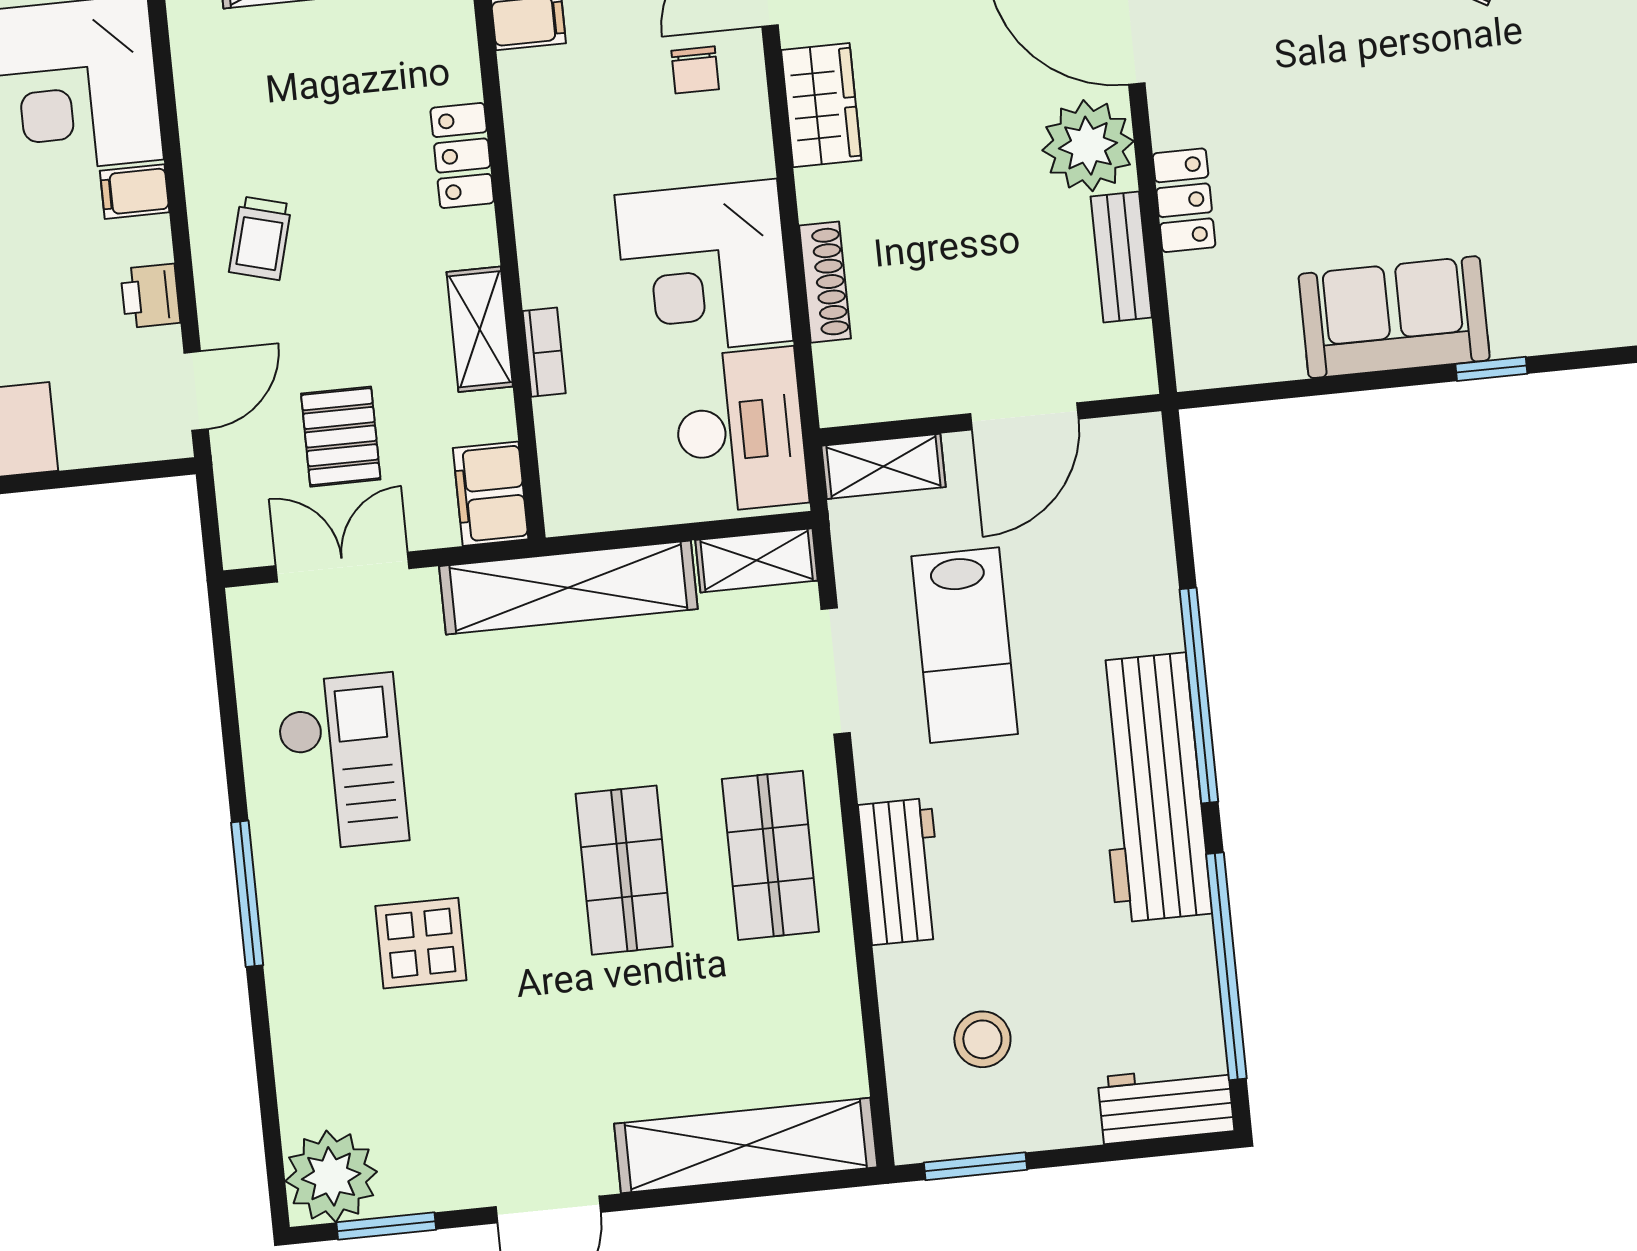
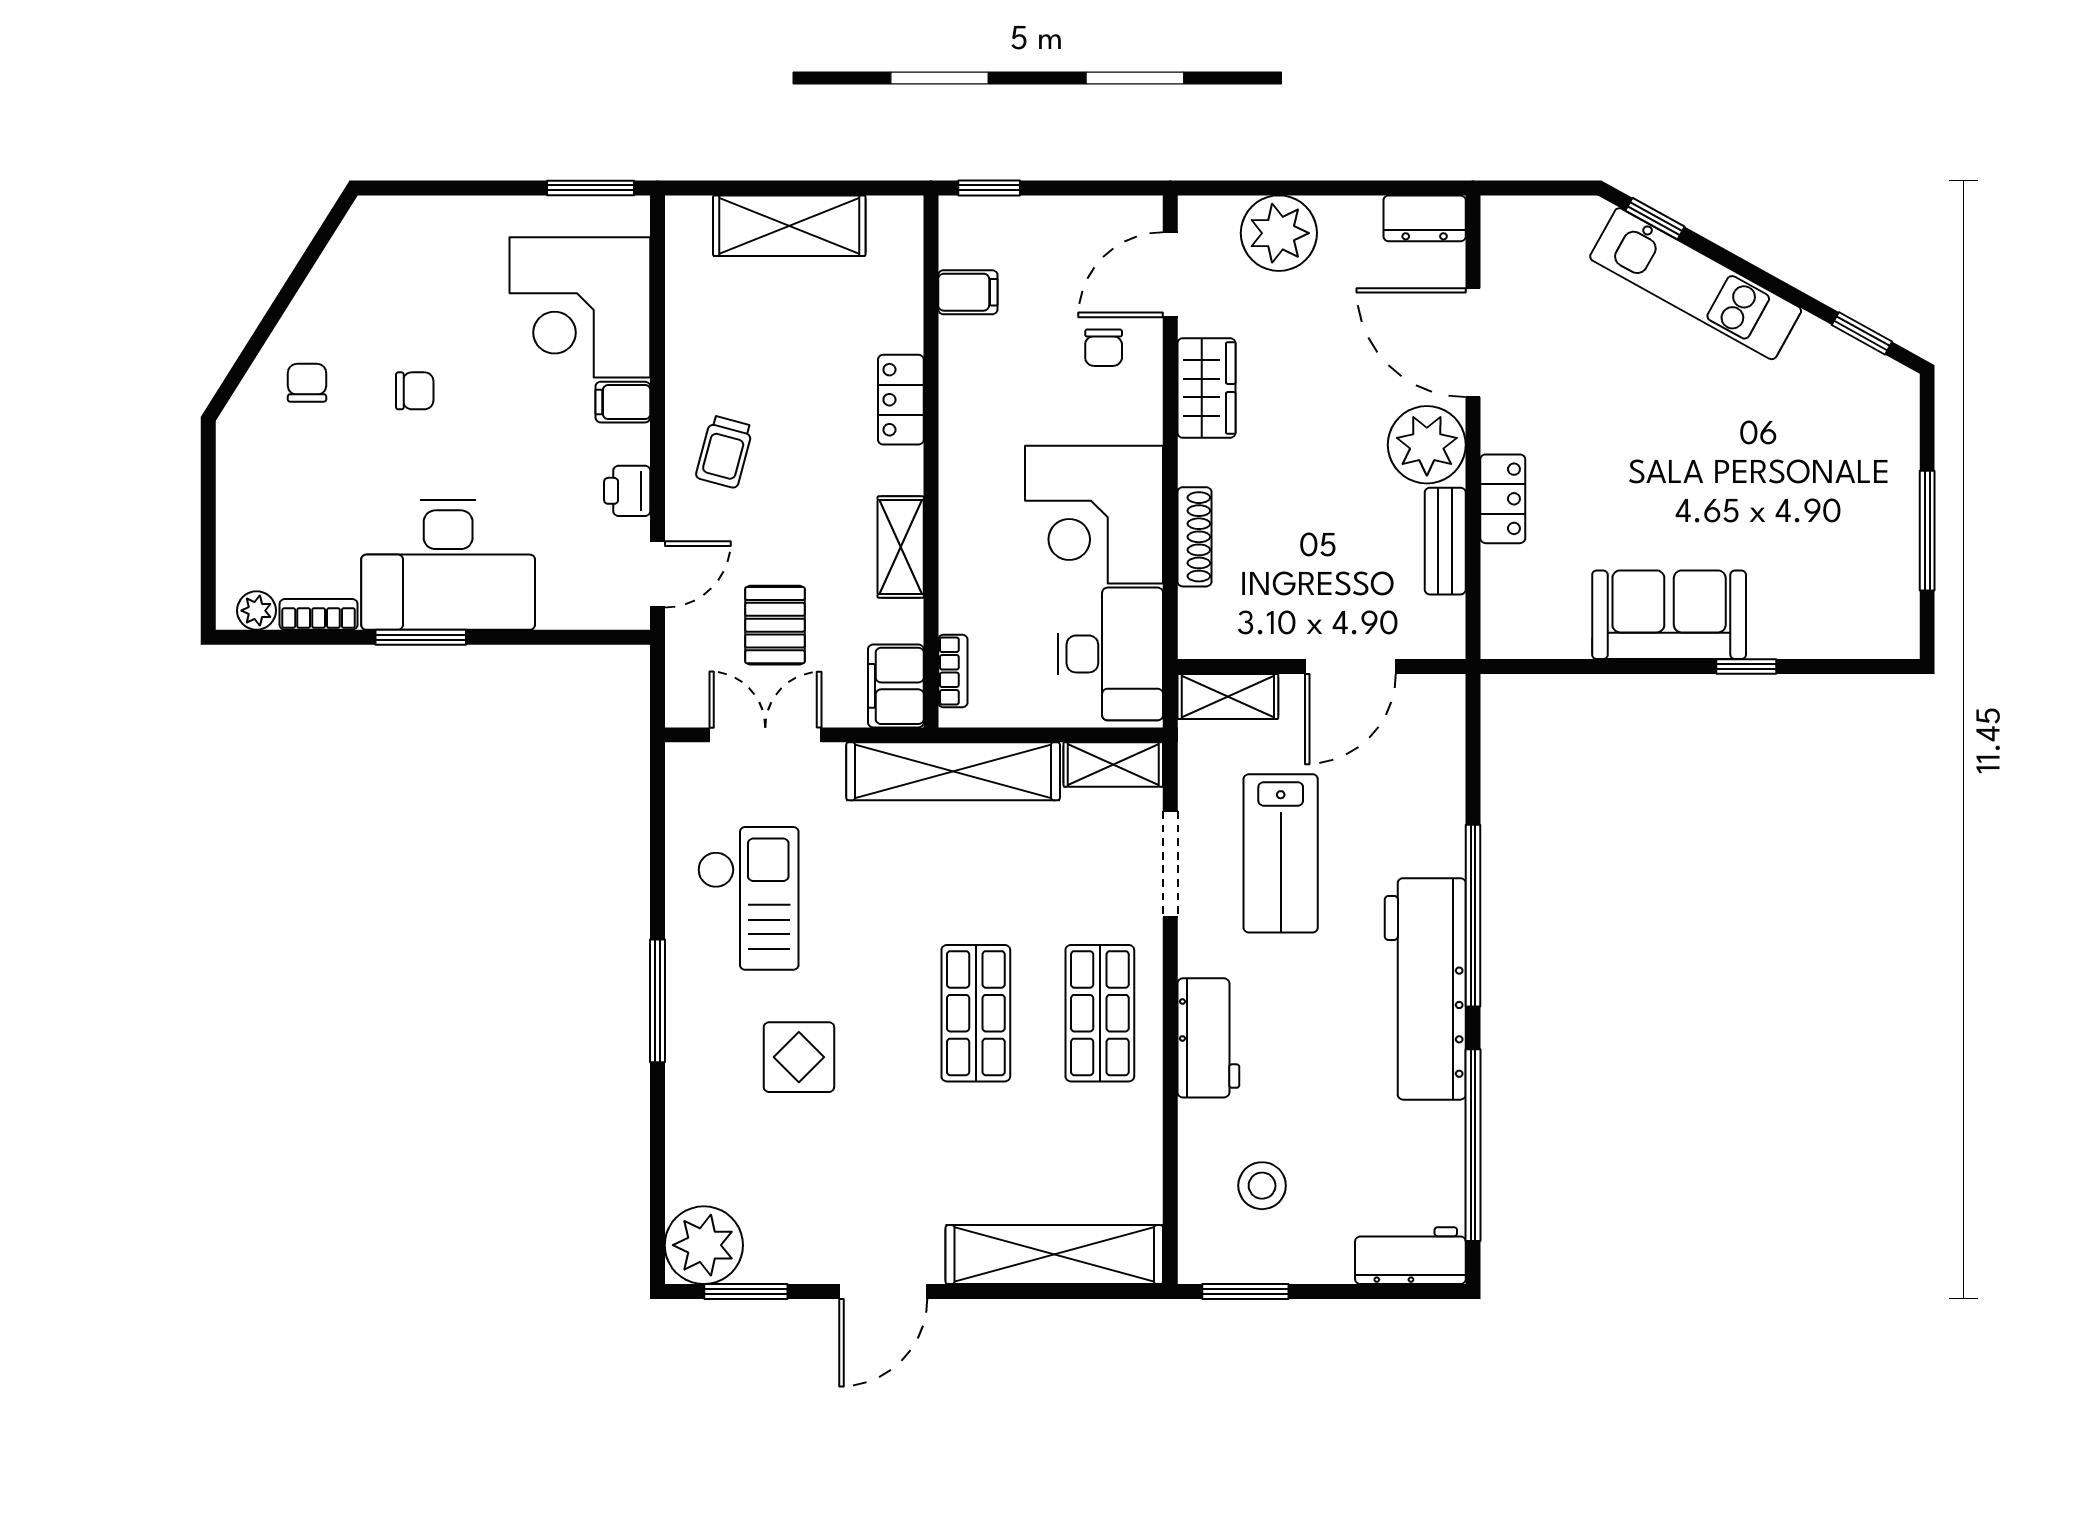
bookcase: (544, 352) -> (953, 671), moved

